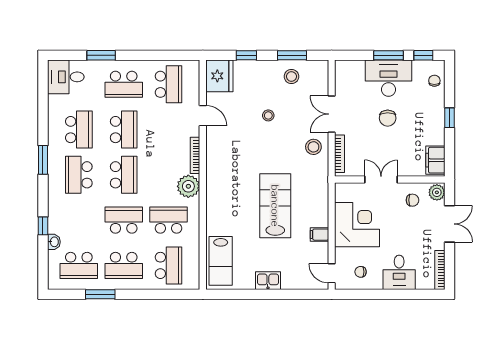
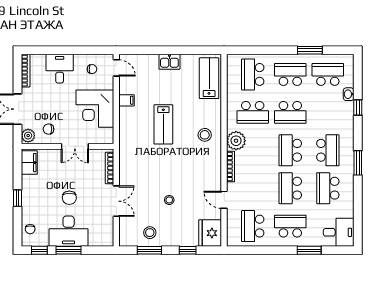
chair: (388, 118) -> (69, 198), turned 180
stool: (313, 147) -> (205, 135), moved
lab bench: (275, 206) -> (163, 124), width x0.73, depth x0.72

